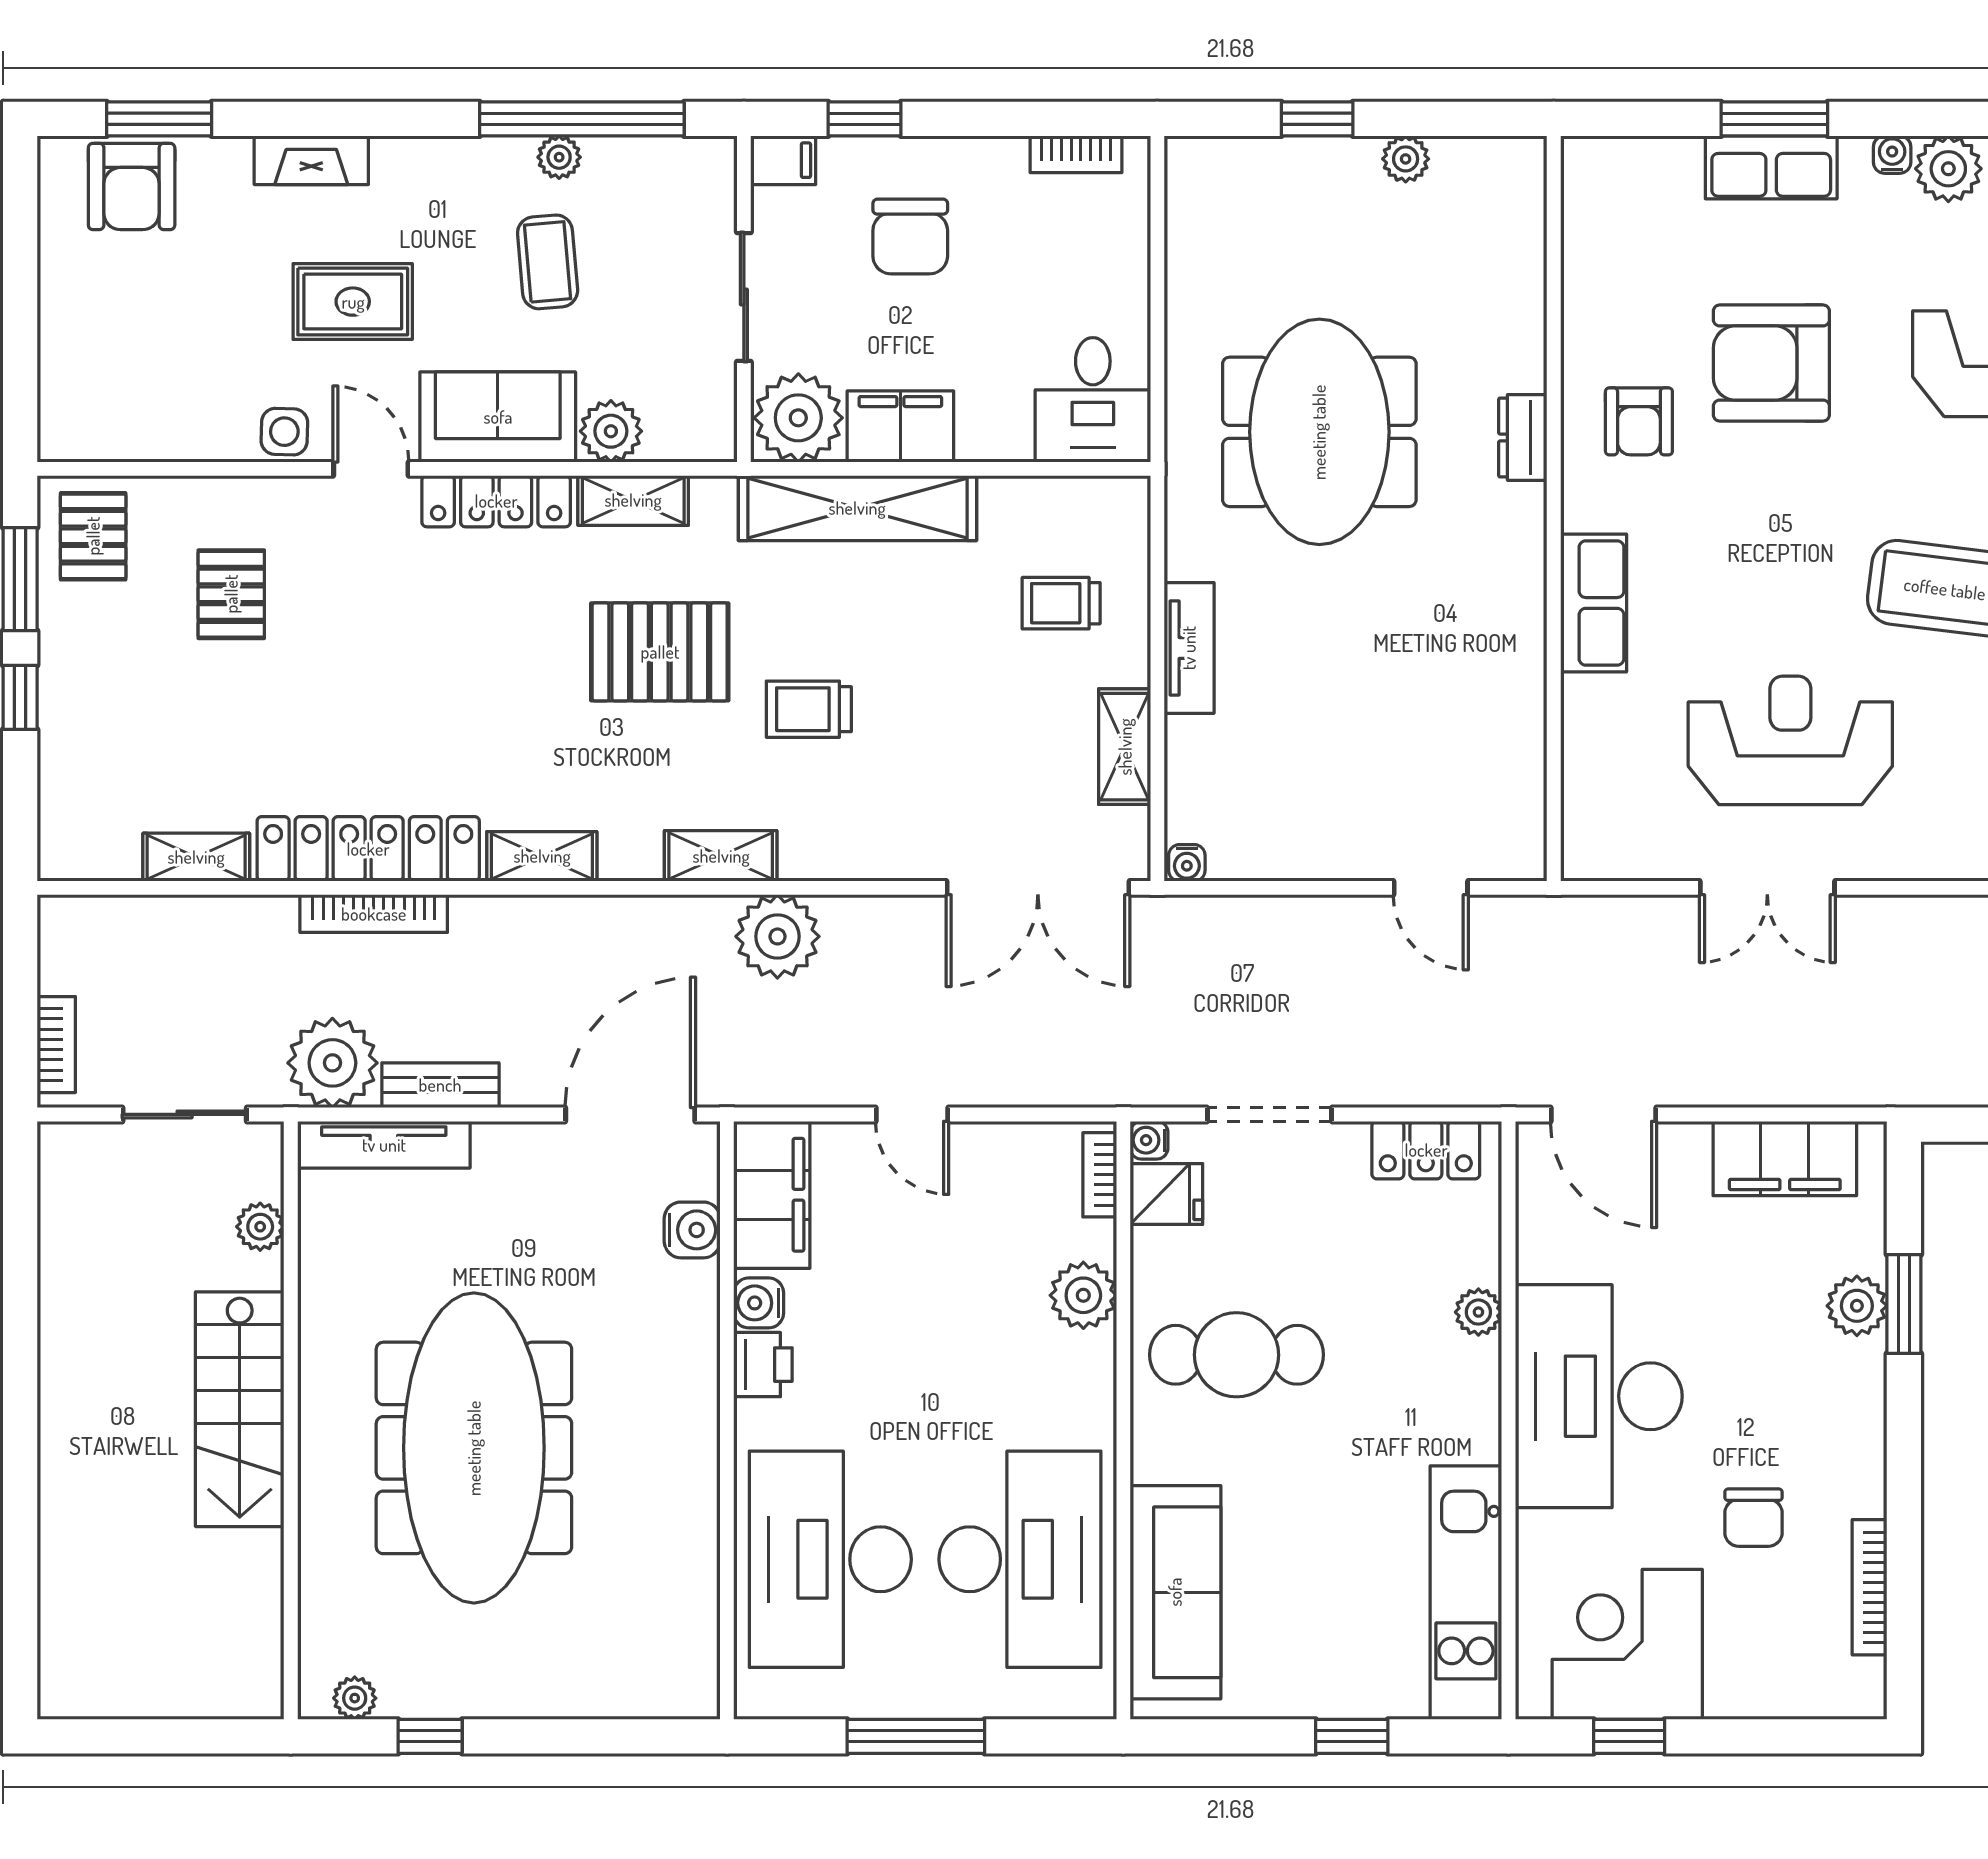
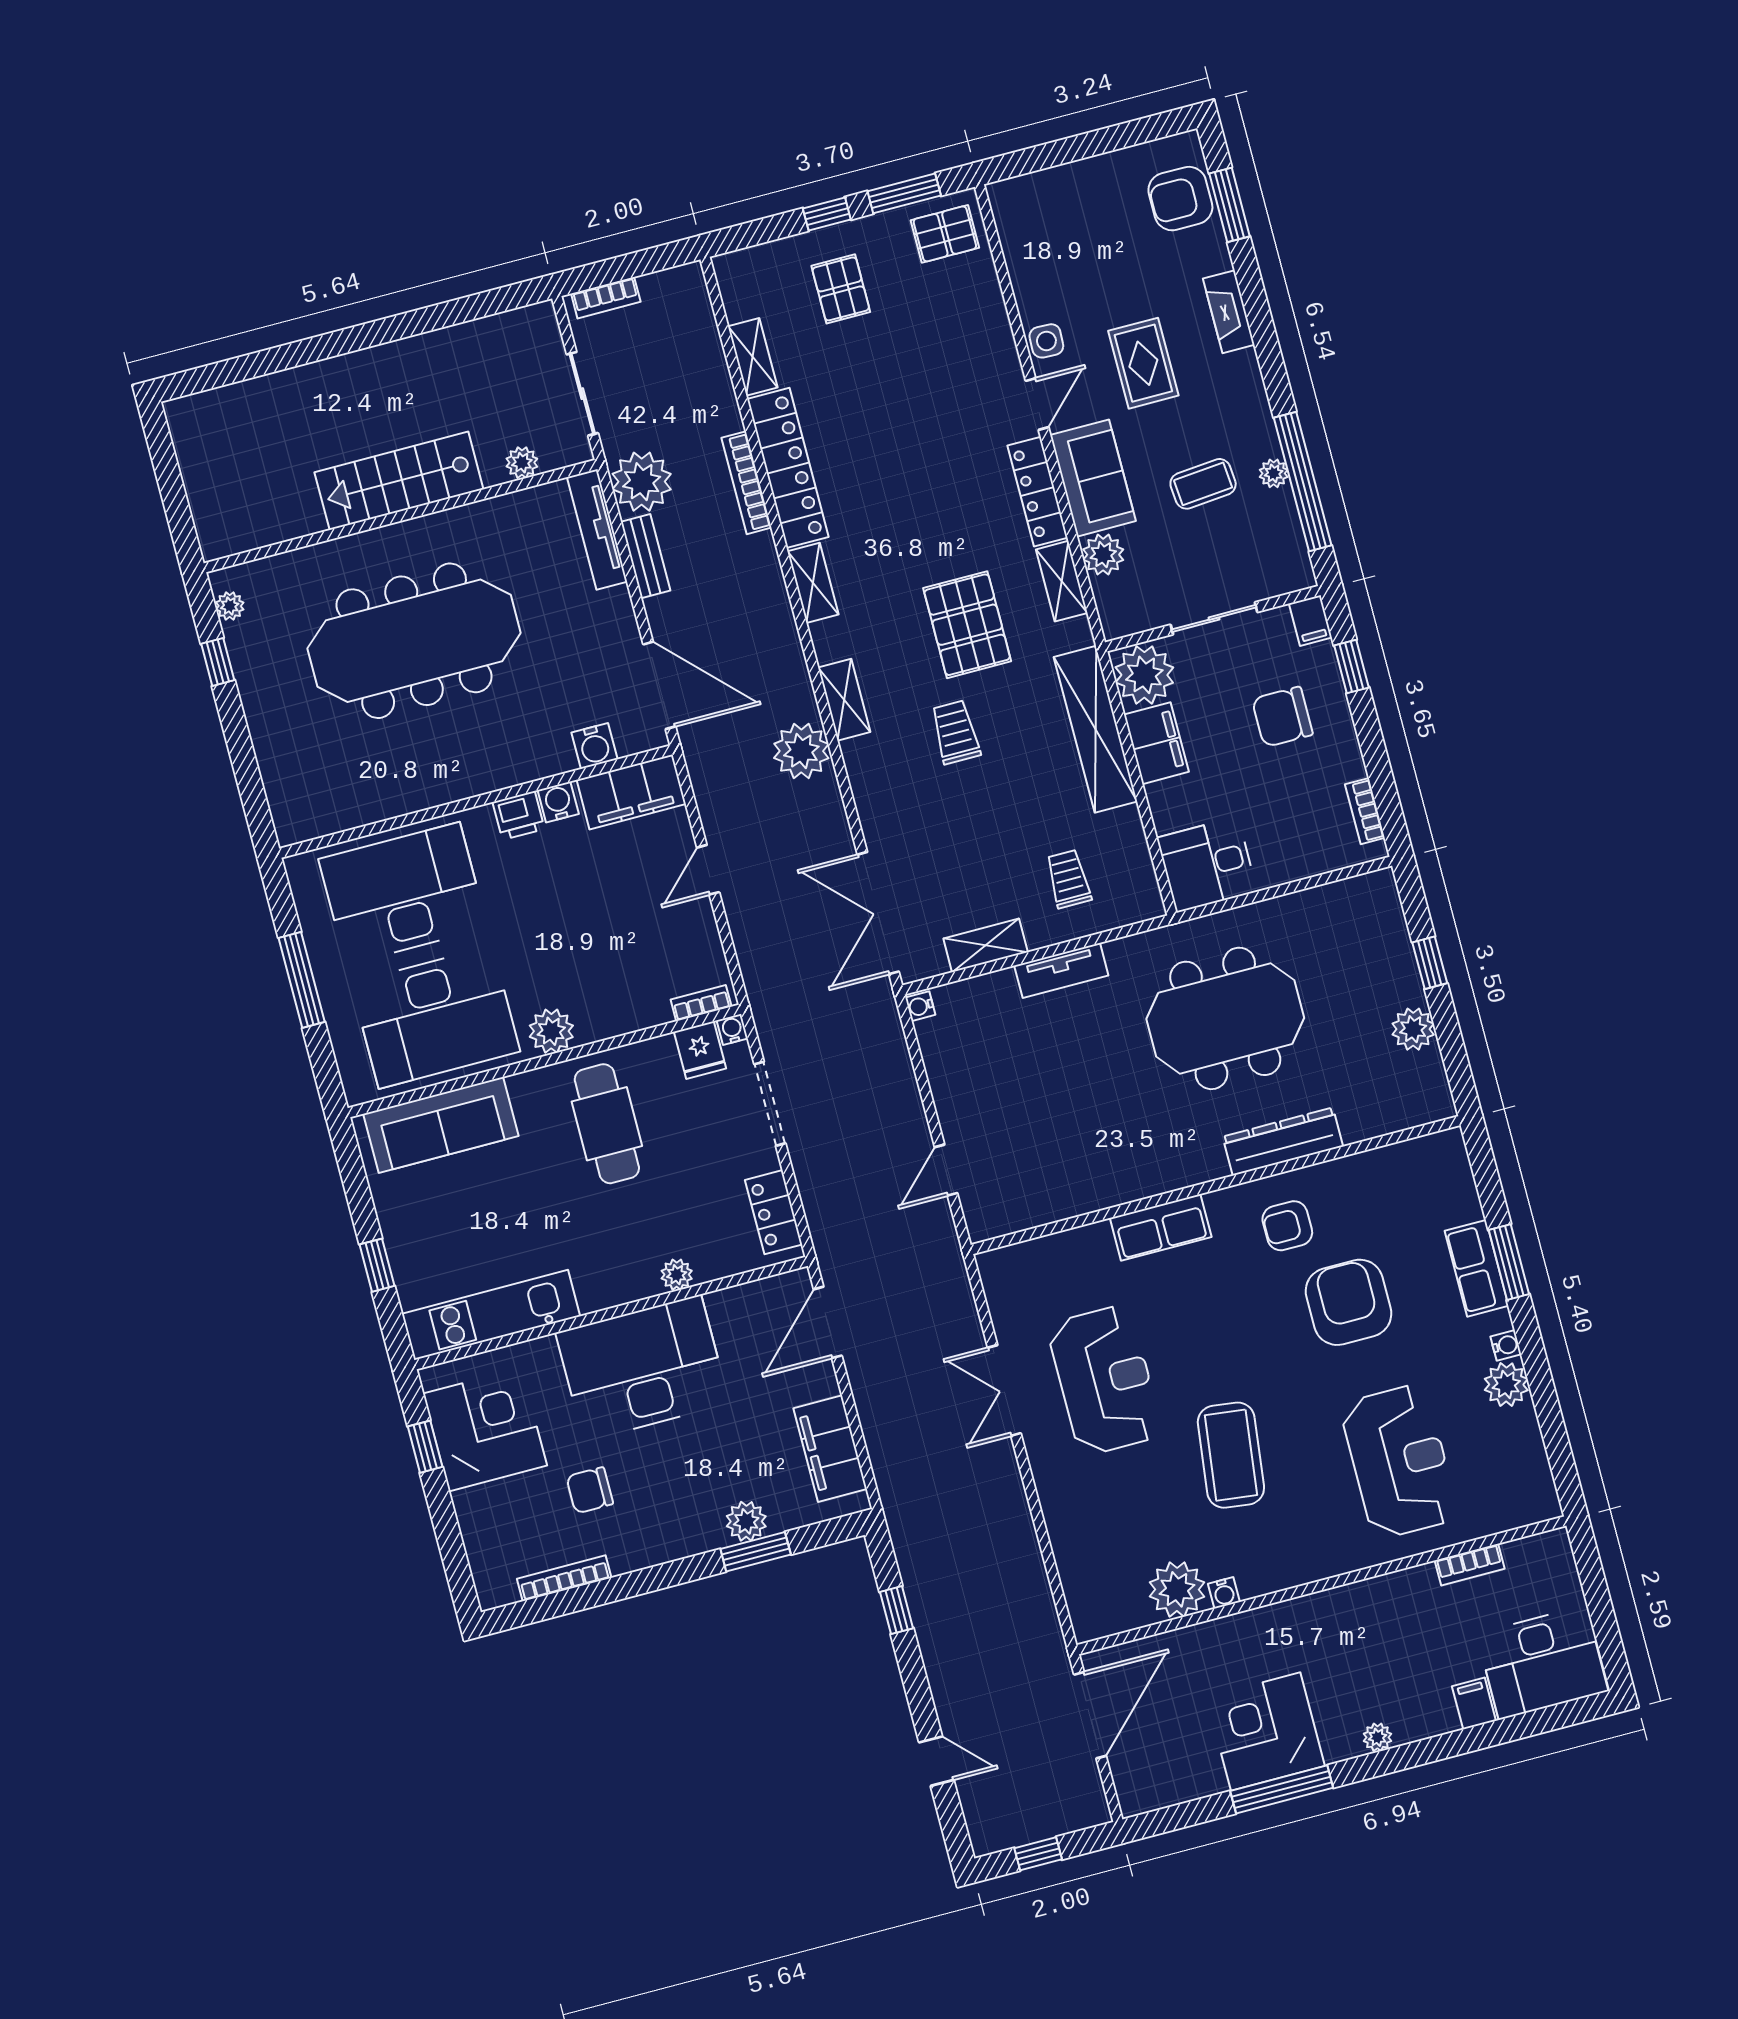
plant: (1406, 159) -> (1413, 1029), width x1.38, depth x1.38
dresser: (1523, 437) -> (1283, 1142), width x1.96, depth x1.24
pallet: (231, 594) -> (841, 289), moved, turned 90
plant: (1083, 1295) -> (551, 1031), moved

